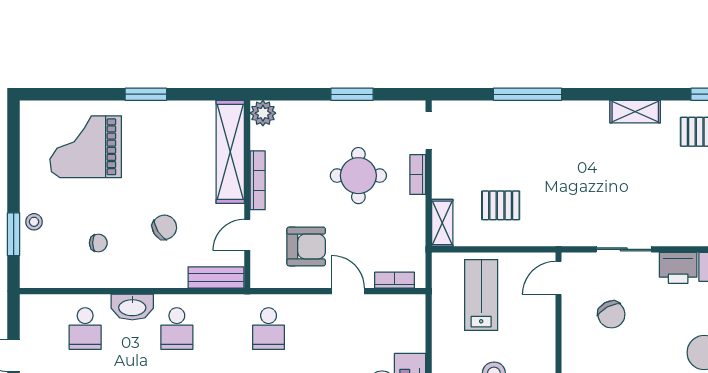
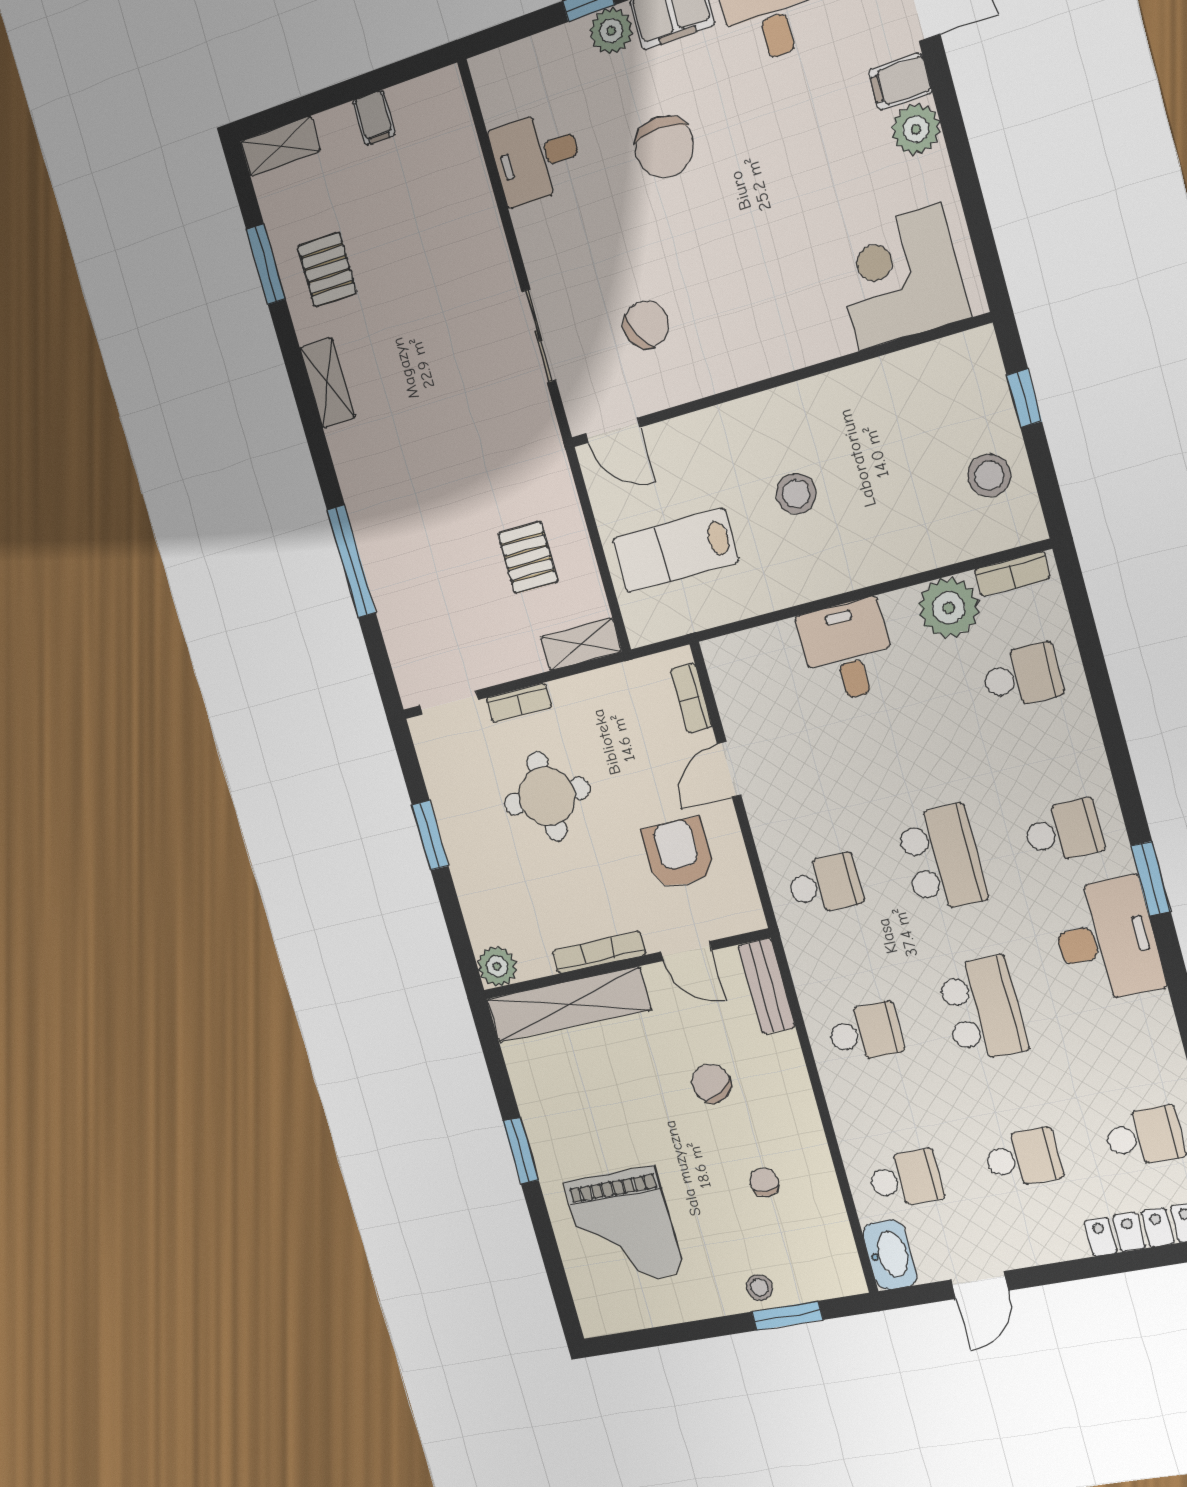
printer: (678, 268) -> (542, 236), removed
washbasin: (132, 307) -> (890, 1255), moved

